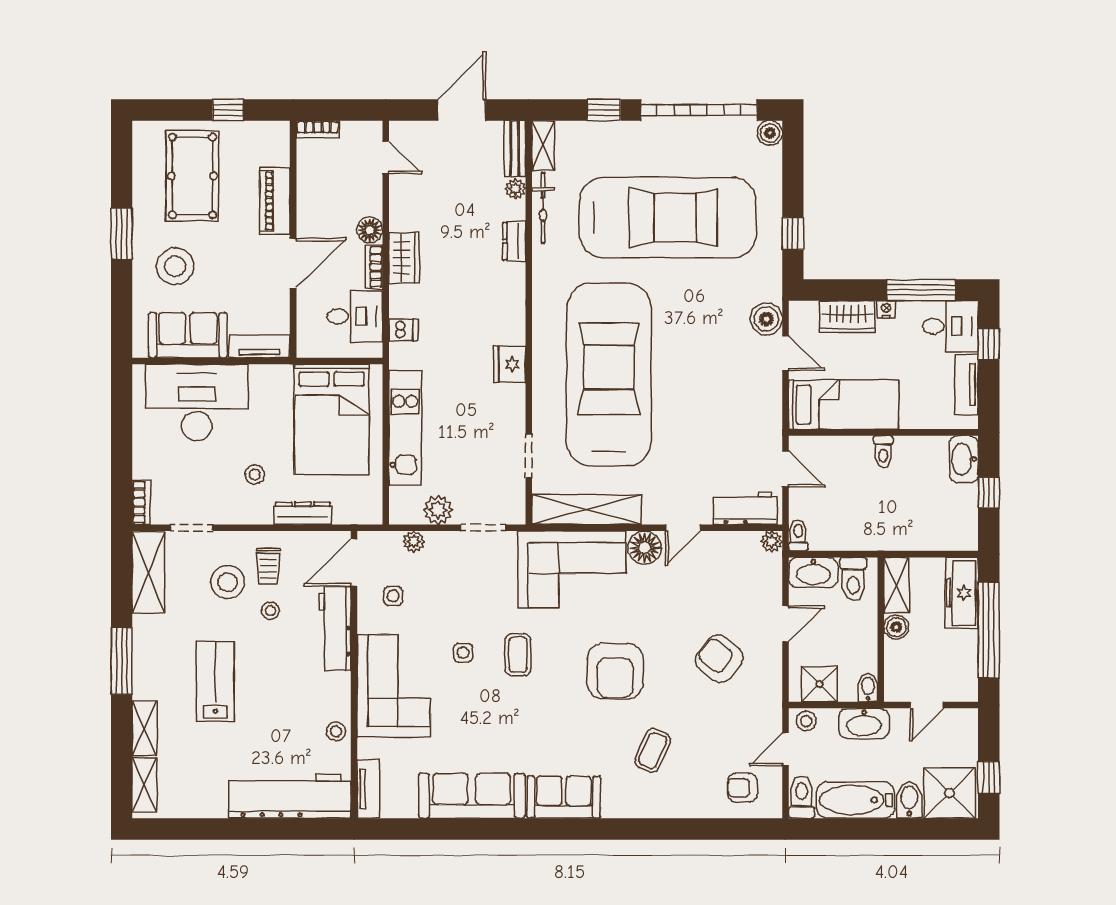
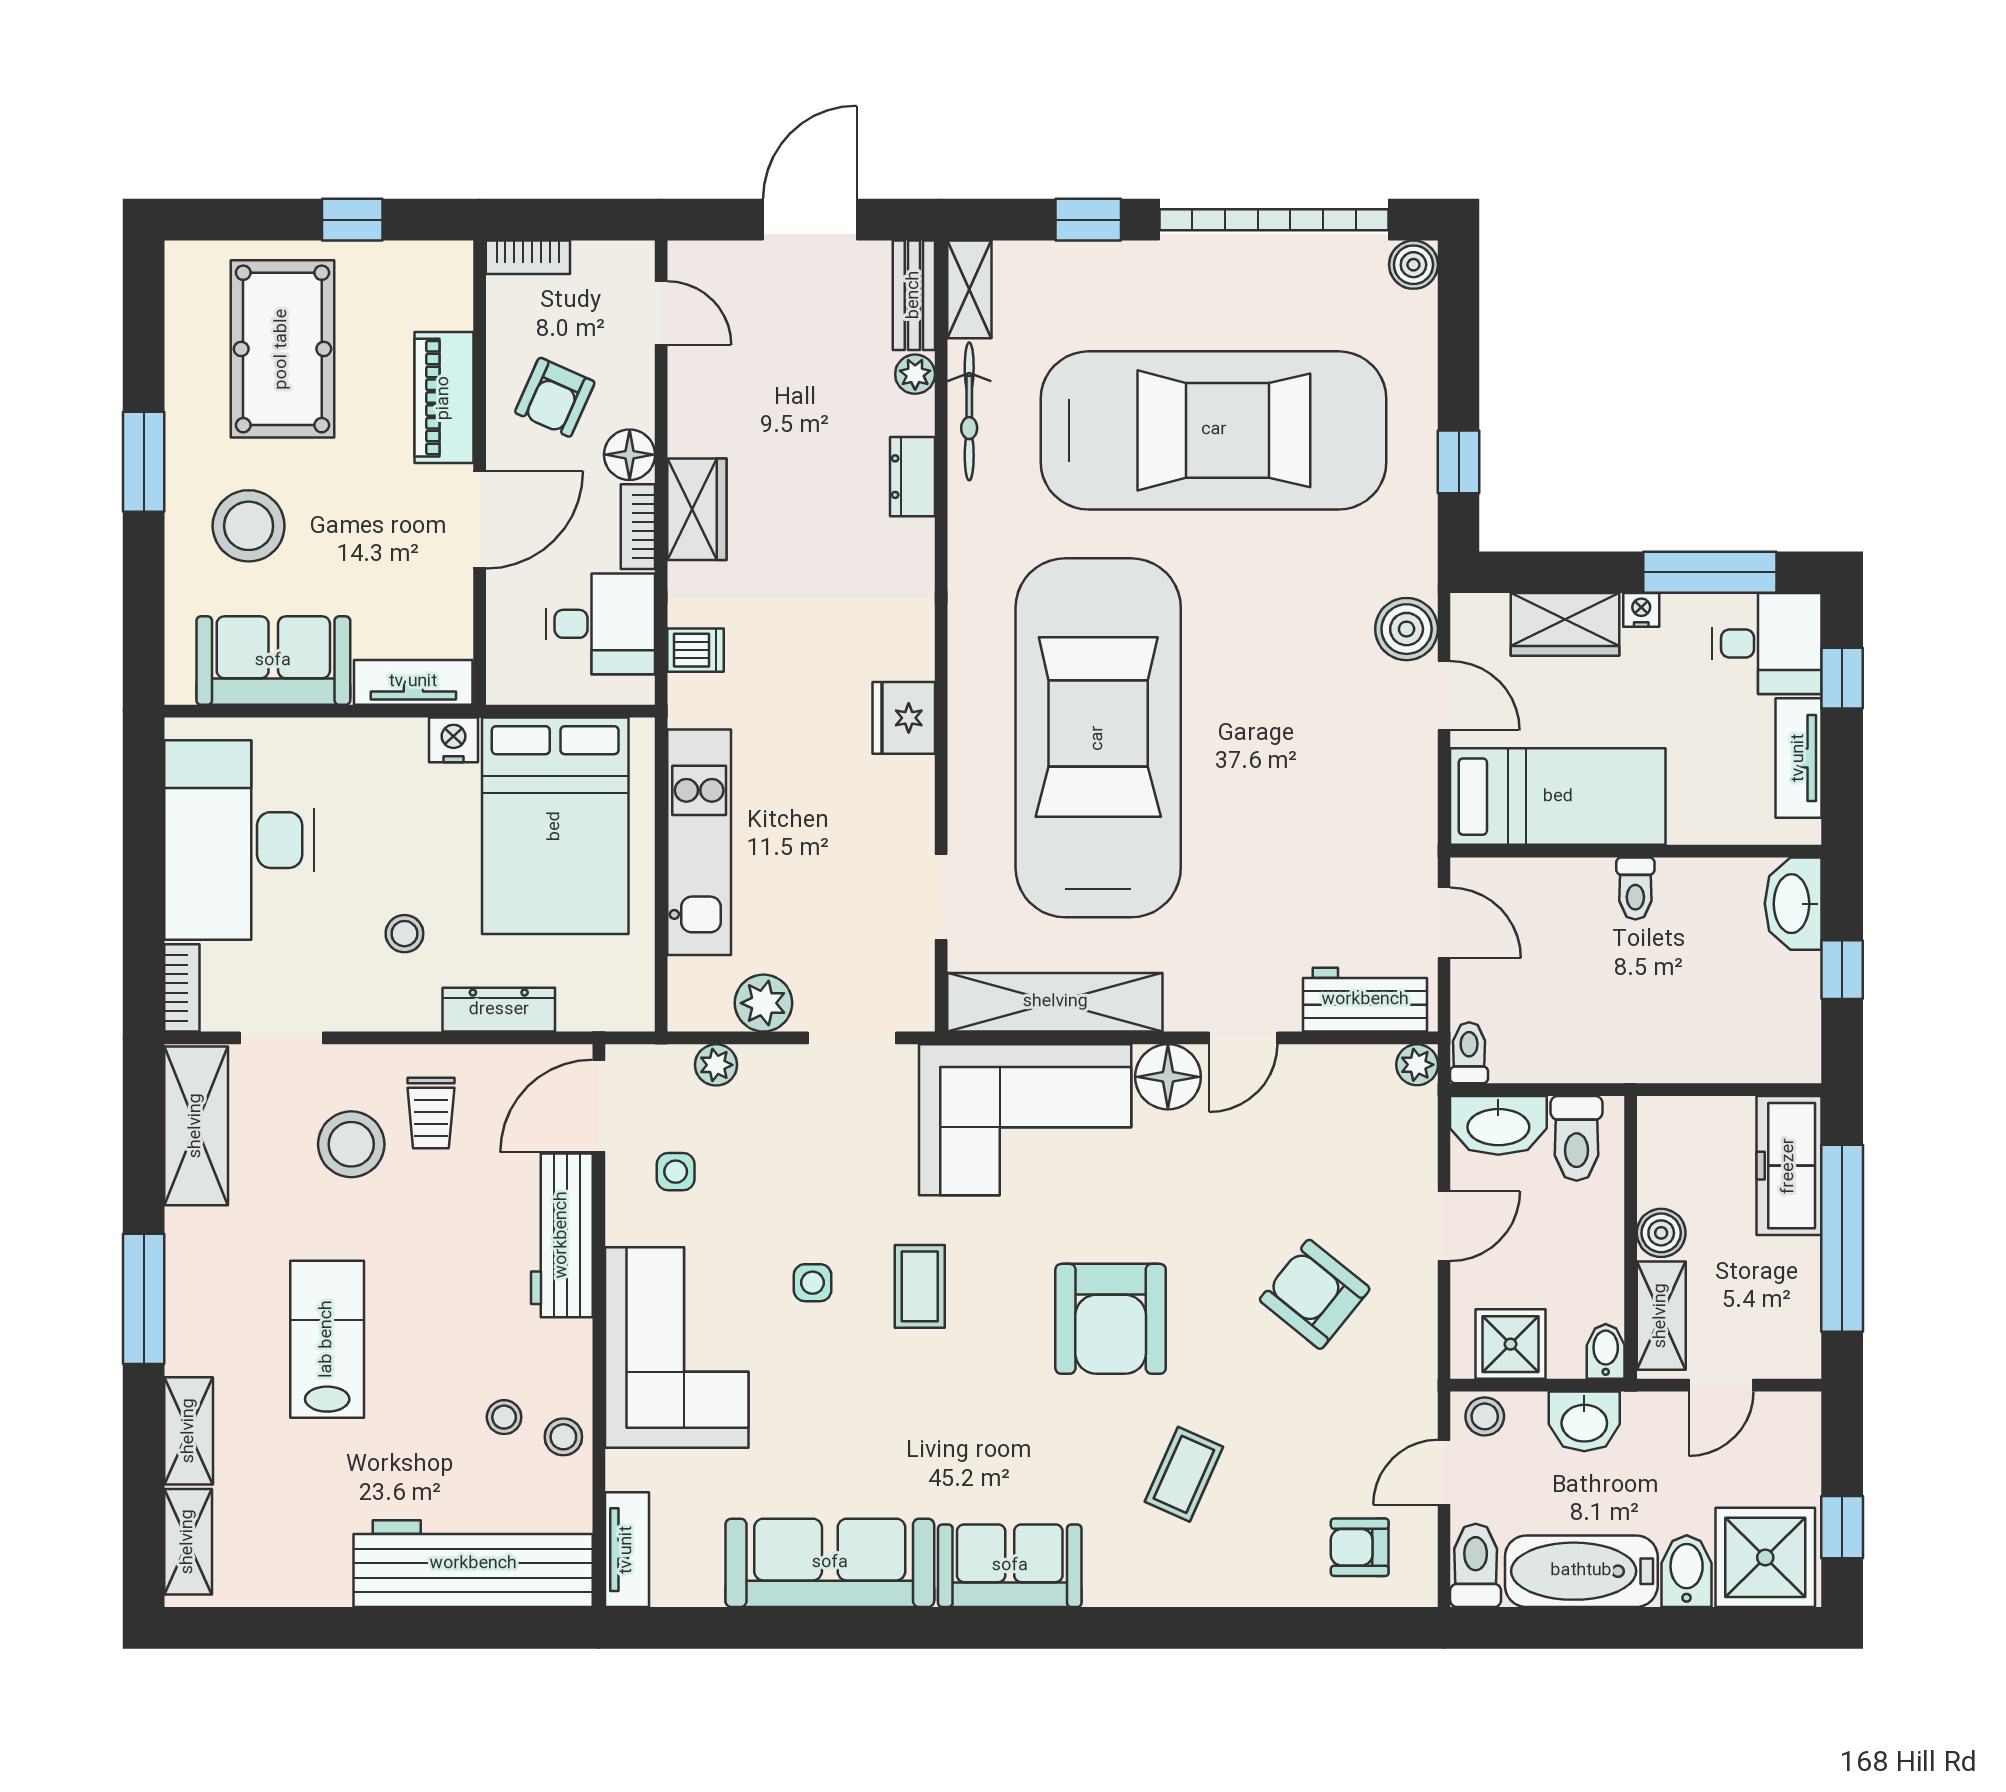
armchair: (332, 201) -> (555, 397), added
nightstand: (280, 376) -> (453, 740), added
desk: (197, 402) -> (239, 840), moved, turned -90
shelving: (896, 585) -> (1661, 1316), moved
stool: (270, 611) -> (504, 1417), moved
washbasin: (864, 723) -> (1584, 1421), width x0.72

